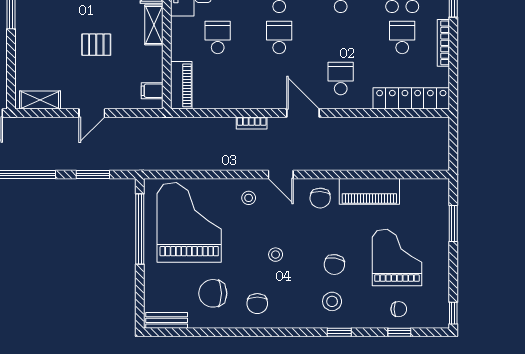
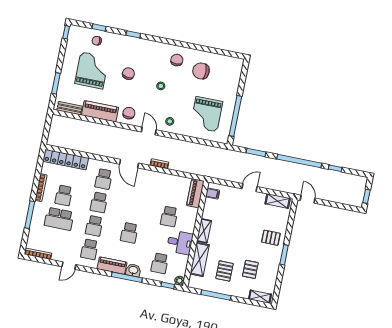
school desk: (279, 37) -> (99, 202), moved
pallet: (96, 45) -> (271, 238), moved
grand piano: (189, 222) -> (206, 114), width x0.73, depth x0.68
grand piano: (397, 258) -> (92, 70), turned 180
chair: (213, 293) -> (201, 71), turned 180
stool: (332, 301) -> (134, 53), removed
bench: (167, 320) -> (70, 108), moved

